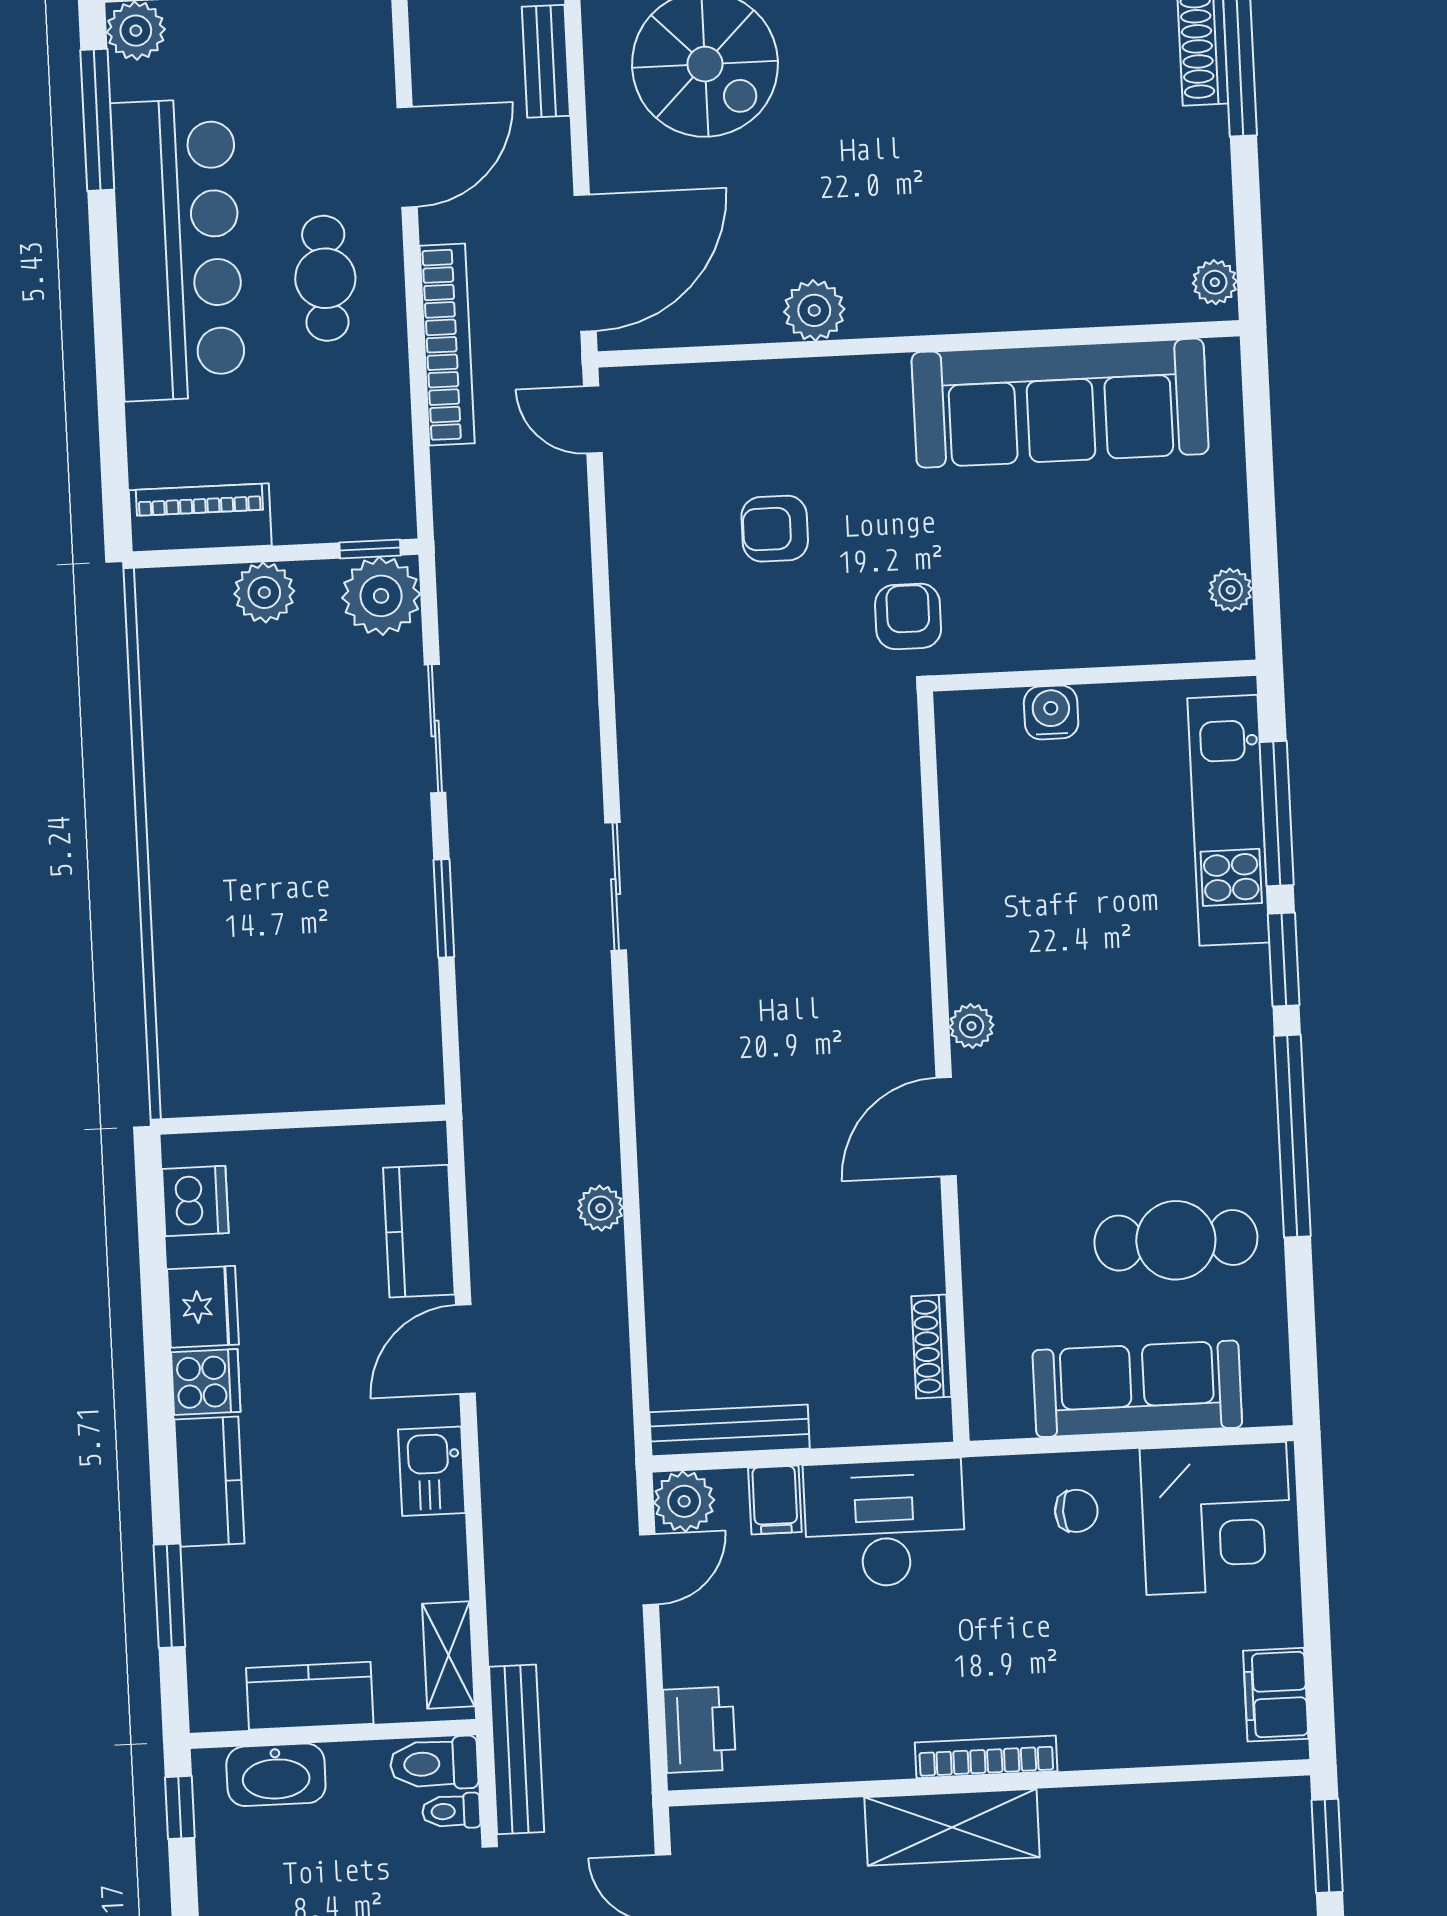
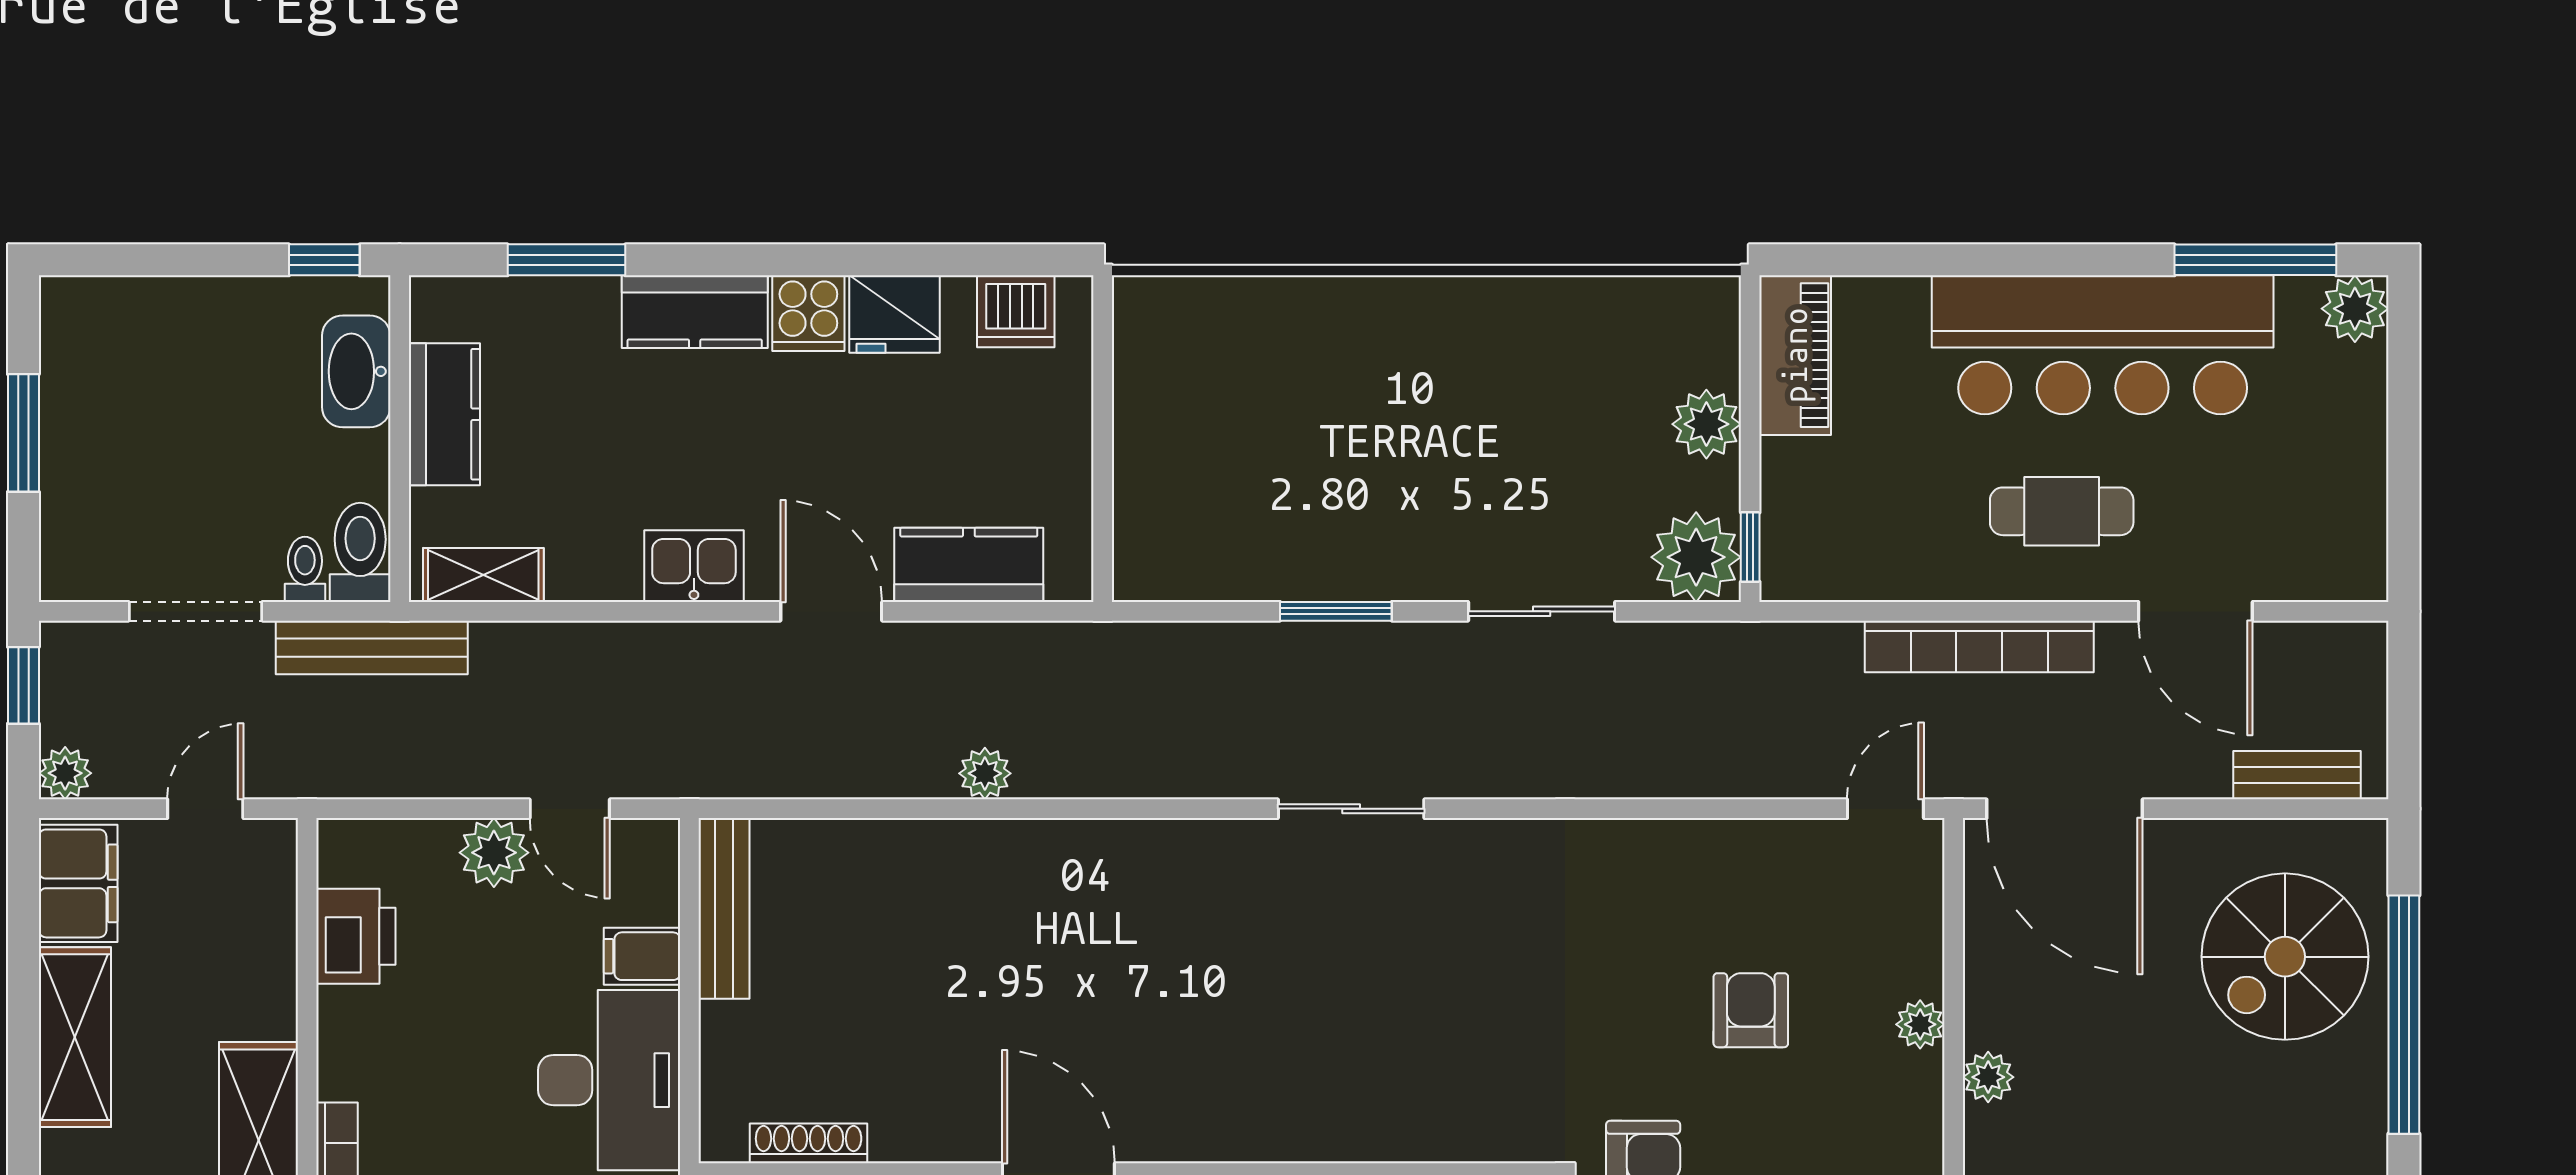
plant: (814, 310) -> (1988, 1077), width x0.73, depth x0.73
plant: (780, 380) -> (1920, 1024), added
plant: (684, 1501) -> (494, 853), moved
printer: (700, 1730) -> (356, 936), moved, turned -90

